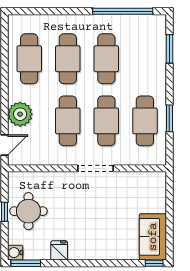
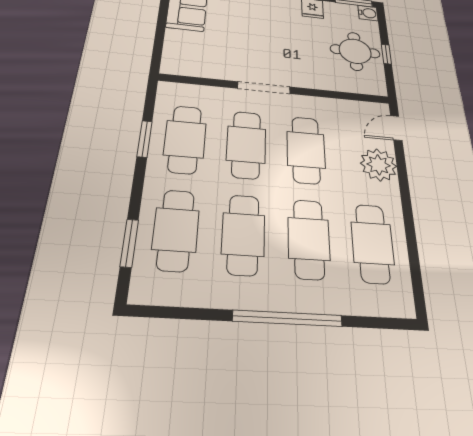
window: (123, 11) -> (288, 318), moved
cafe table: (145, 59) -> (176, 230), added

